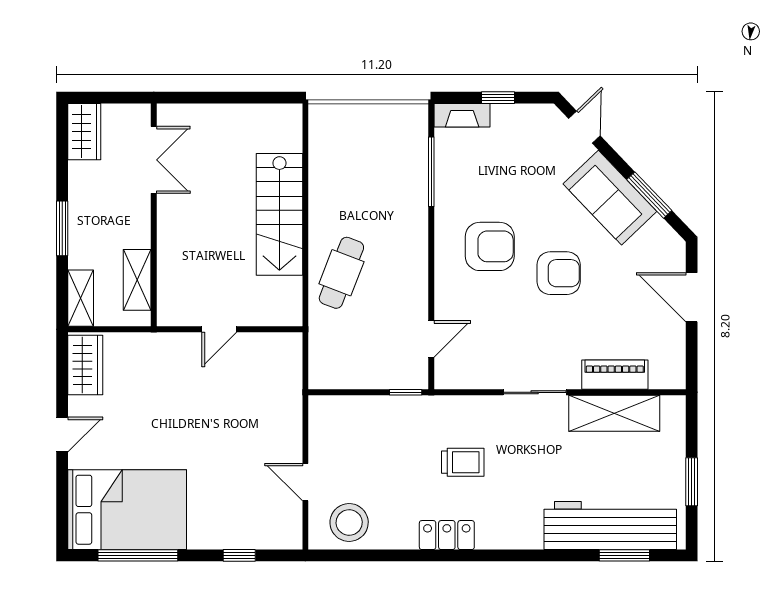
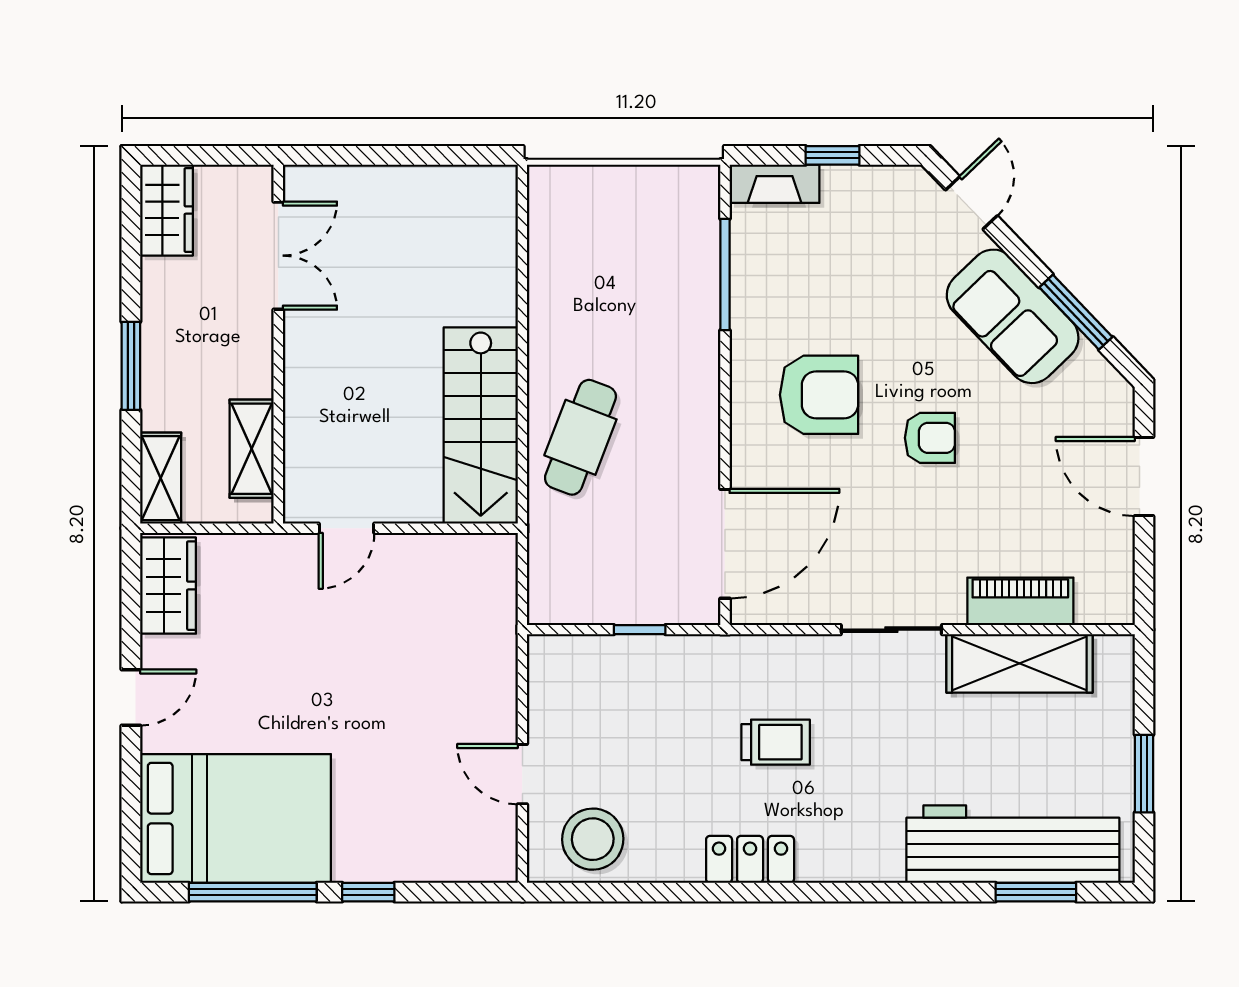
stairs: (279, 214) -> (481, 425), moved
armchair: (559, 273) -> (930, 438), width x0.72, depth x0.72
door: (219, 329) -> (347, 528), moved
door: (431, 339) -> (725, 544), width x1.88
window: (406, 392) -> (640, 630), moved
window: (239, 555) -> (368, 892), moved

